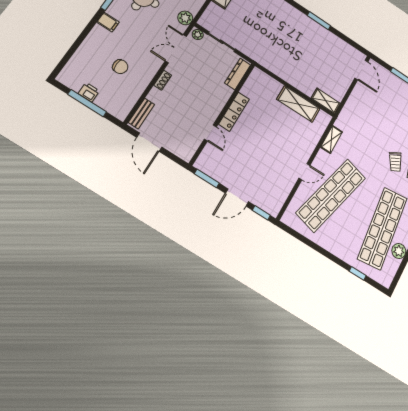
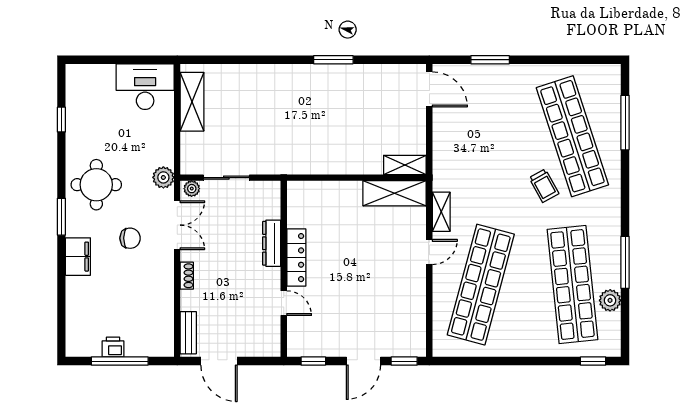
filing cabinet: (108, 22) -> (78, 257), width x2.00
double door: (176, 49) -> (177, 225), swing flipped
chair: (120, 67) -> (130, 238), moved
dresser: (238, 74) -> (272, 243), moved
shelving: (298, 104) -> (395, 193), moved
door: (304, 172) -> (429, 252), moved
window: (207, 178) -> (313, 361), width x0.67
window: (358, 273) -> (593, 361), moved

